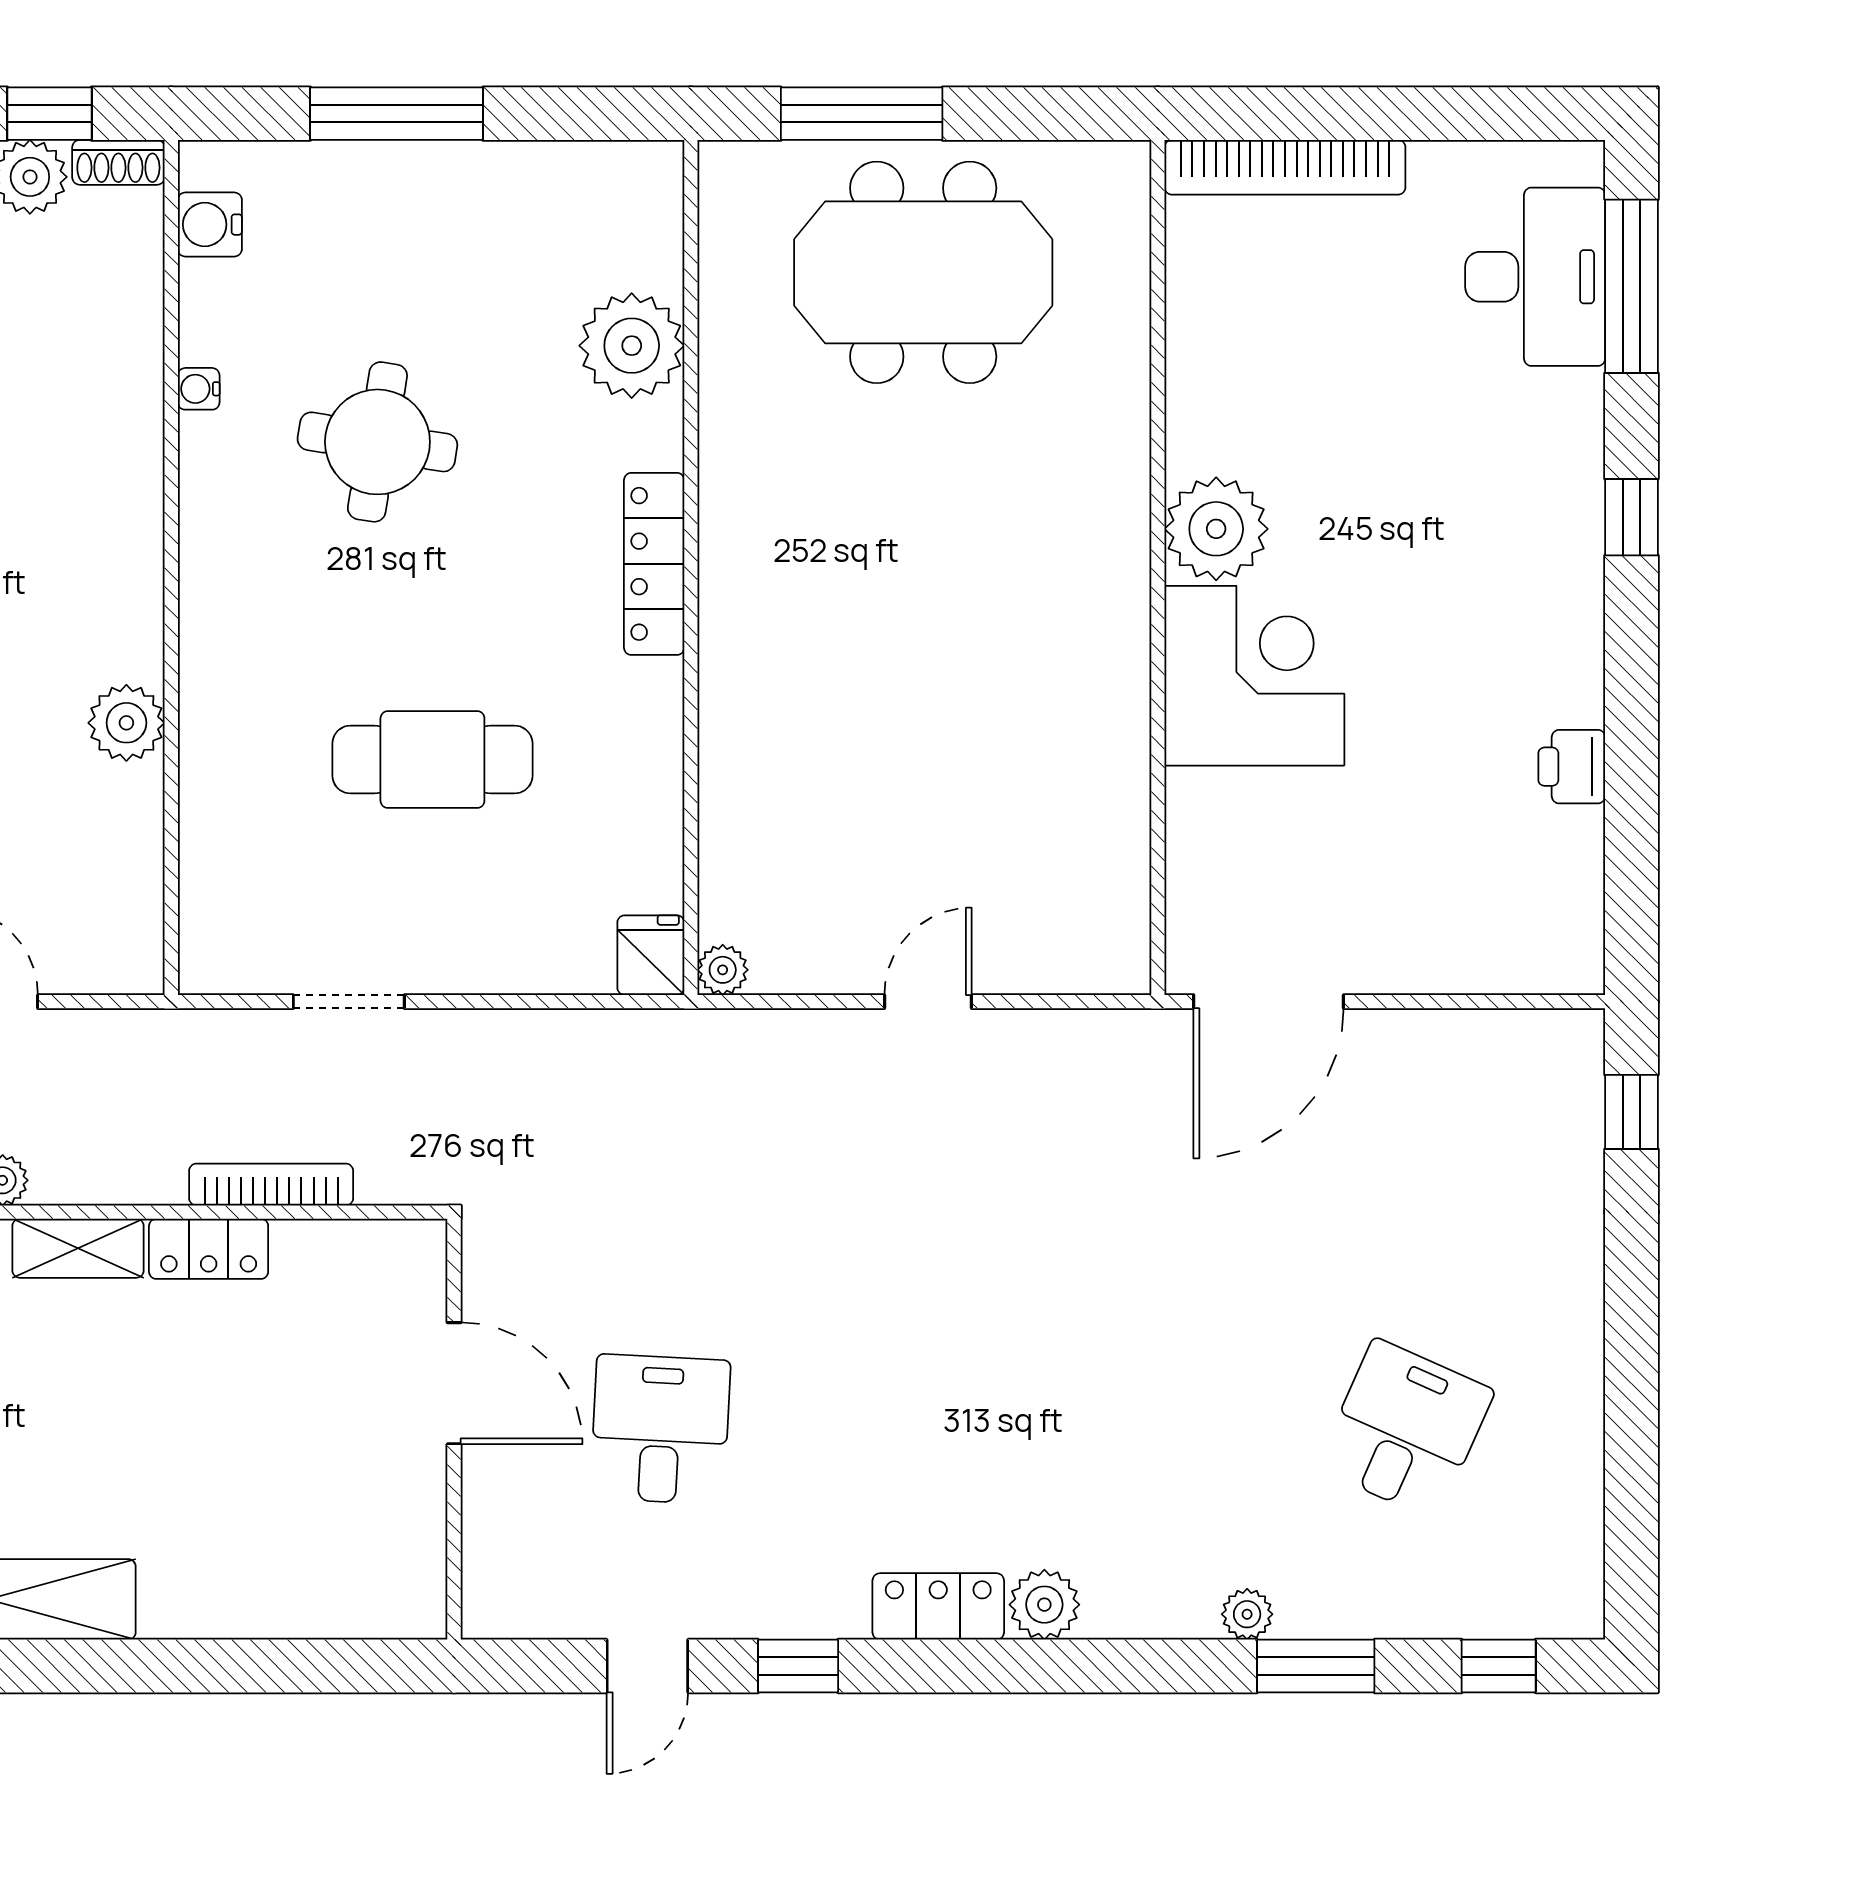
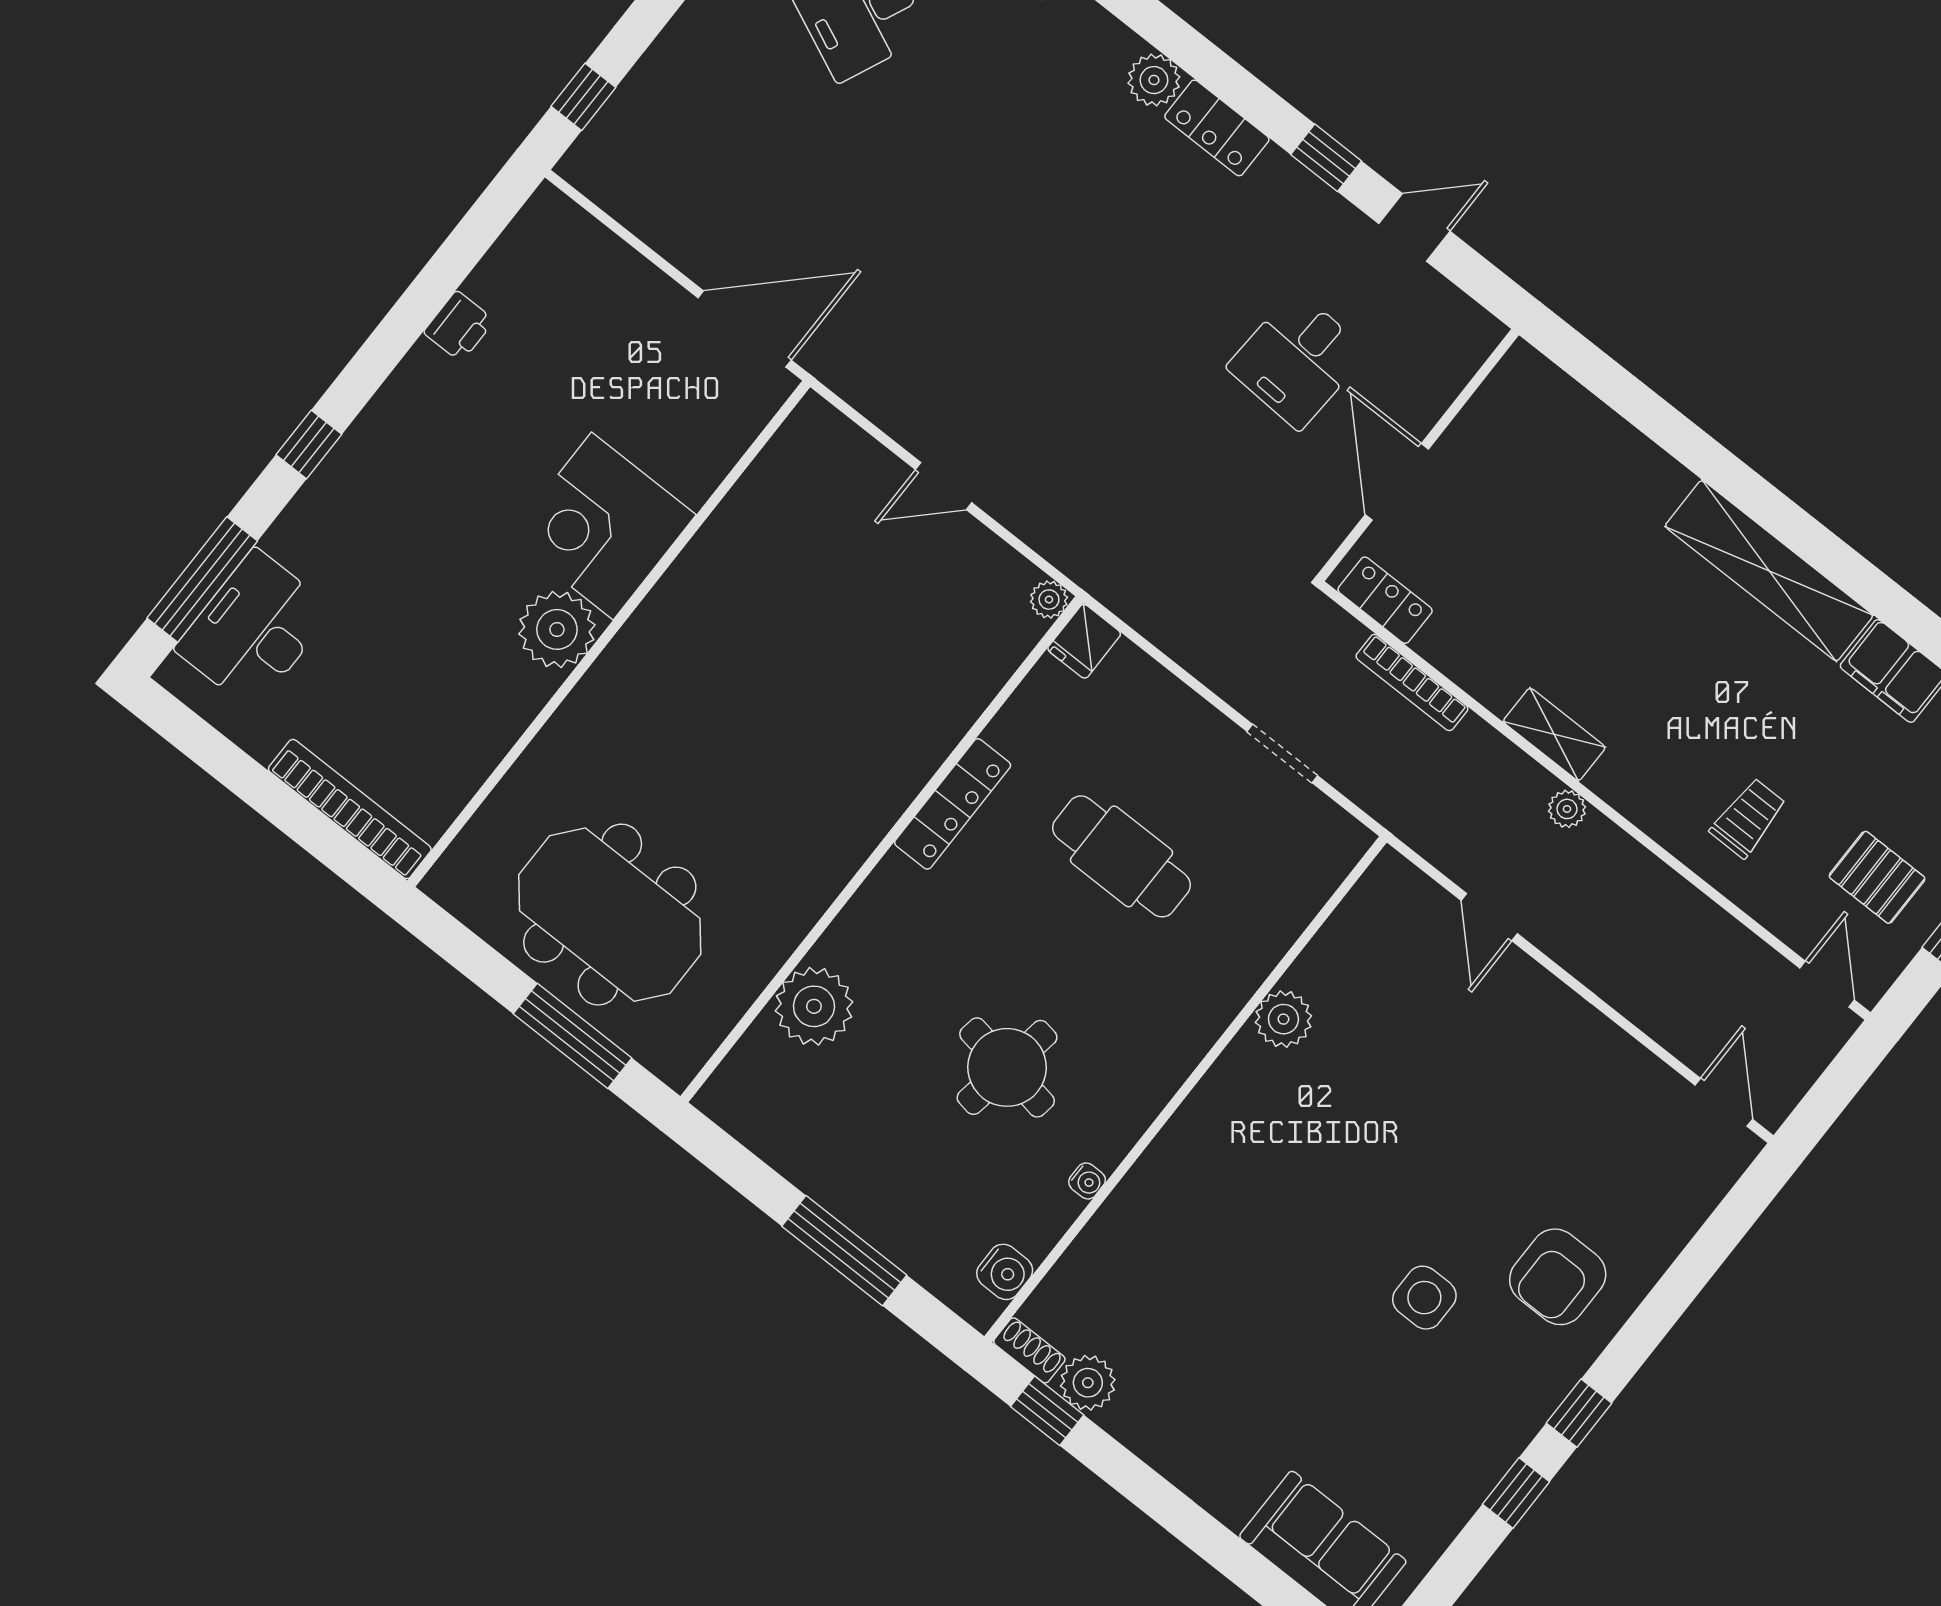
locker: (654, 564) -> (953, 804), moved
locker: (209, 1249) -> (1385, 600), moved

